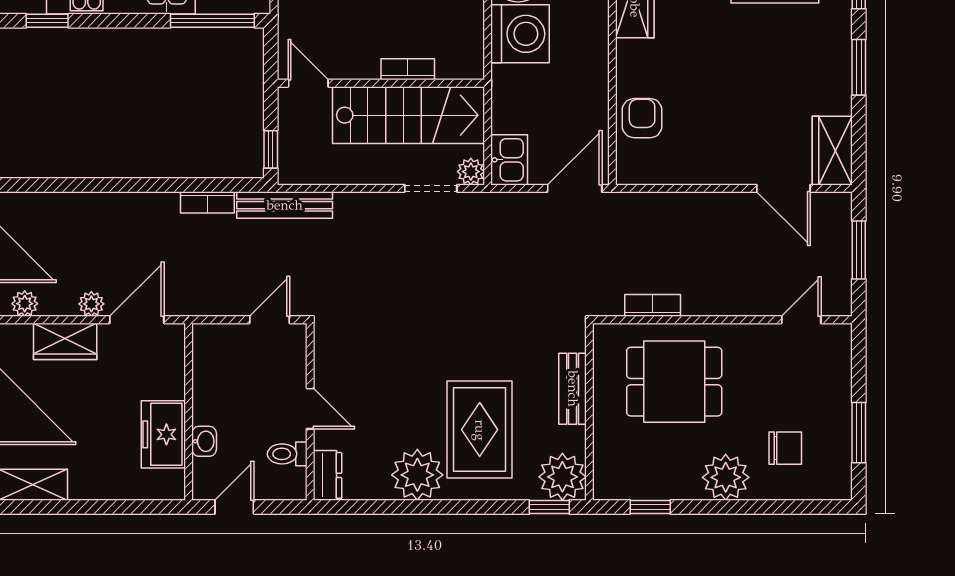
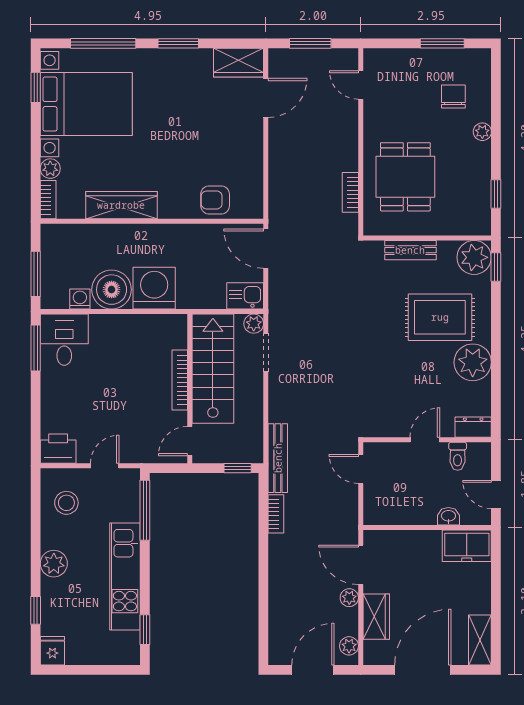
bookcase: (408, 69) -> (180, 380), width x1.56
freezer: (163, 434) -> (467, 546), moved
plant: (726, 477) -> (482, 132), width x0.53, depth x0.53

